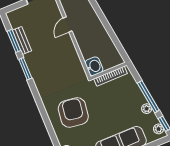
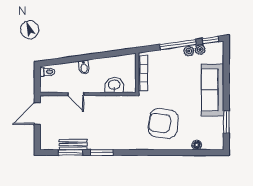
bidet: (94, 22) -> (84, 67), added
washbasin: (94, 66) -> (114, 85), moved
plant: (158, 129) -> (200, 49), moved

